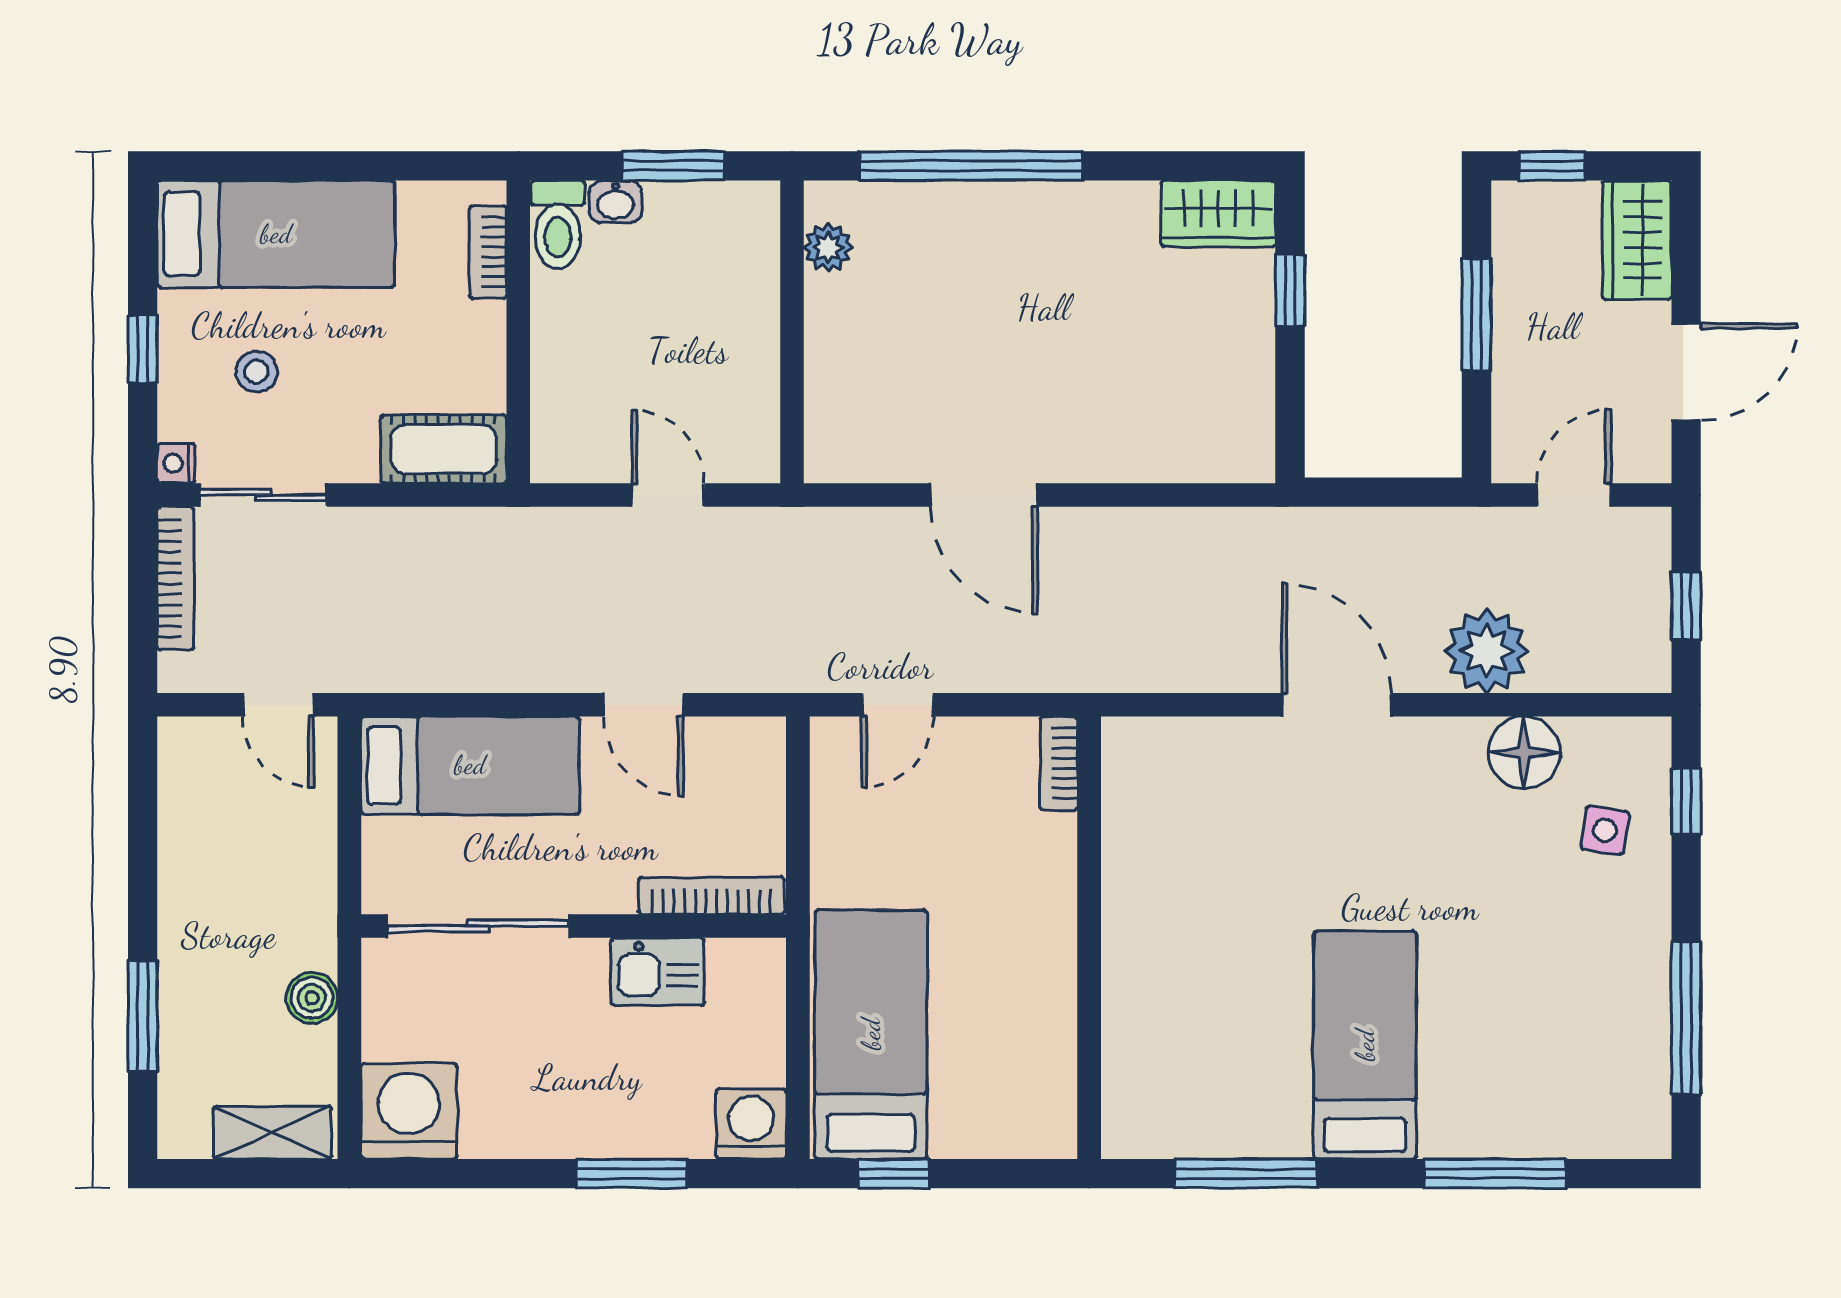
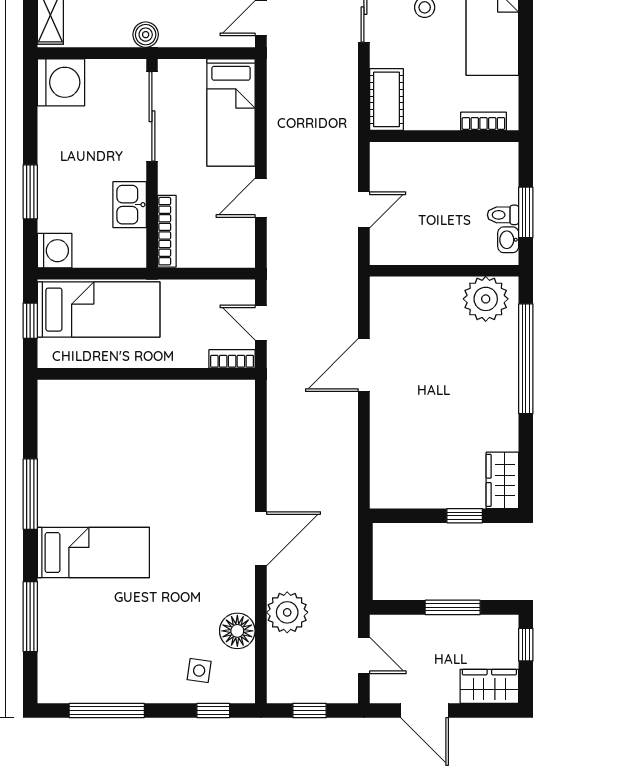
washbasin: (616, 202) -> (508, 240), moved
toilet: (558, 225) -> (503, 215), moved, width x0.73, depth x0.72
plant: (828, 248) -> (486, 299), width x1.88, depth x1.88
bookcase: (1059, 763) -> (232, 359), moved
wall: (1089, 938) -> (146, 374), moved
boiler: (312, 998) -> (146, 35), moved

